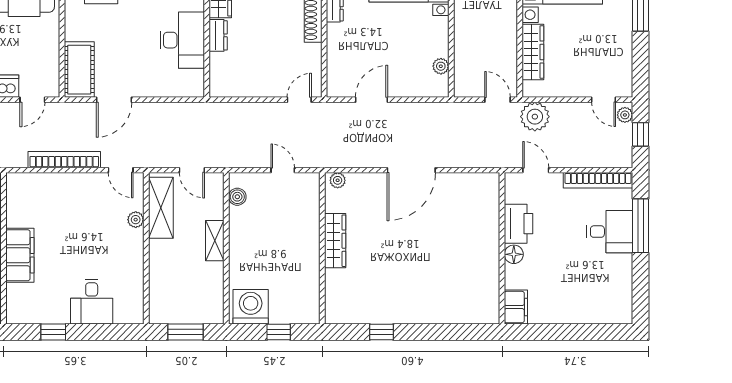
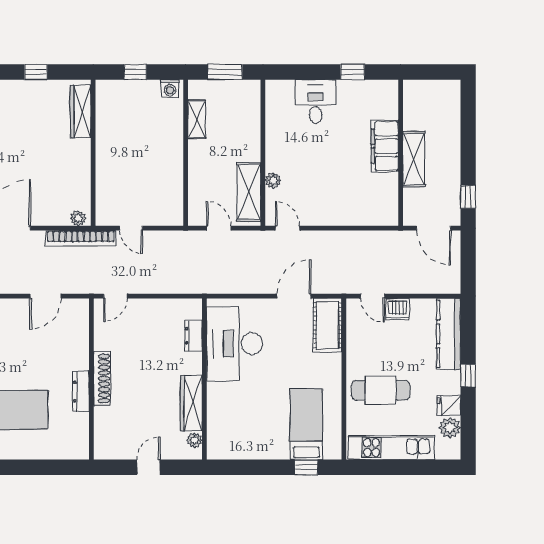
dresser: (218, 35) -> (193, 336), moved
desk: (182, 40) -> (235, 344), width x1.36, depth x1.30
door: (32, 100) -> (373, 296), swing flipped
bookcase: (64, 160) -> (81, 238), moved
boiler: (237, 197) -> (175, 203), removed
shelving: (215, 241) -> (197, 119), moved
wardrobe: (335, 241) -> (81, 111), moved
washing machine: (251, 307) -> (170, 88), width x0.53, depth x0.53

